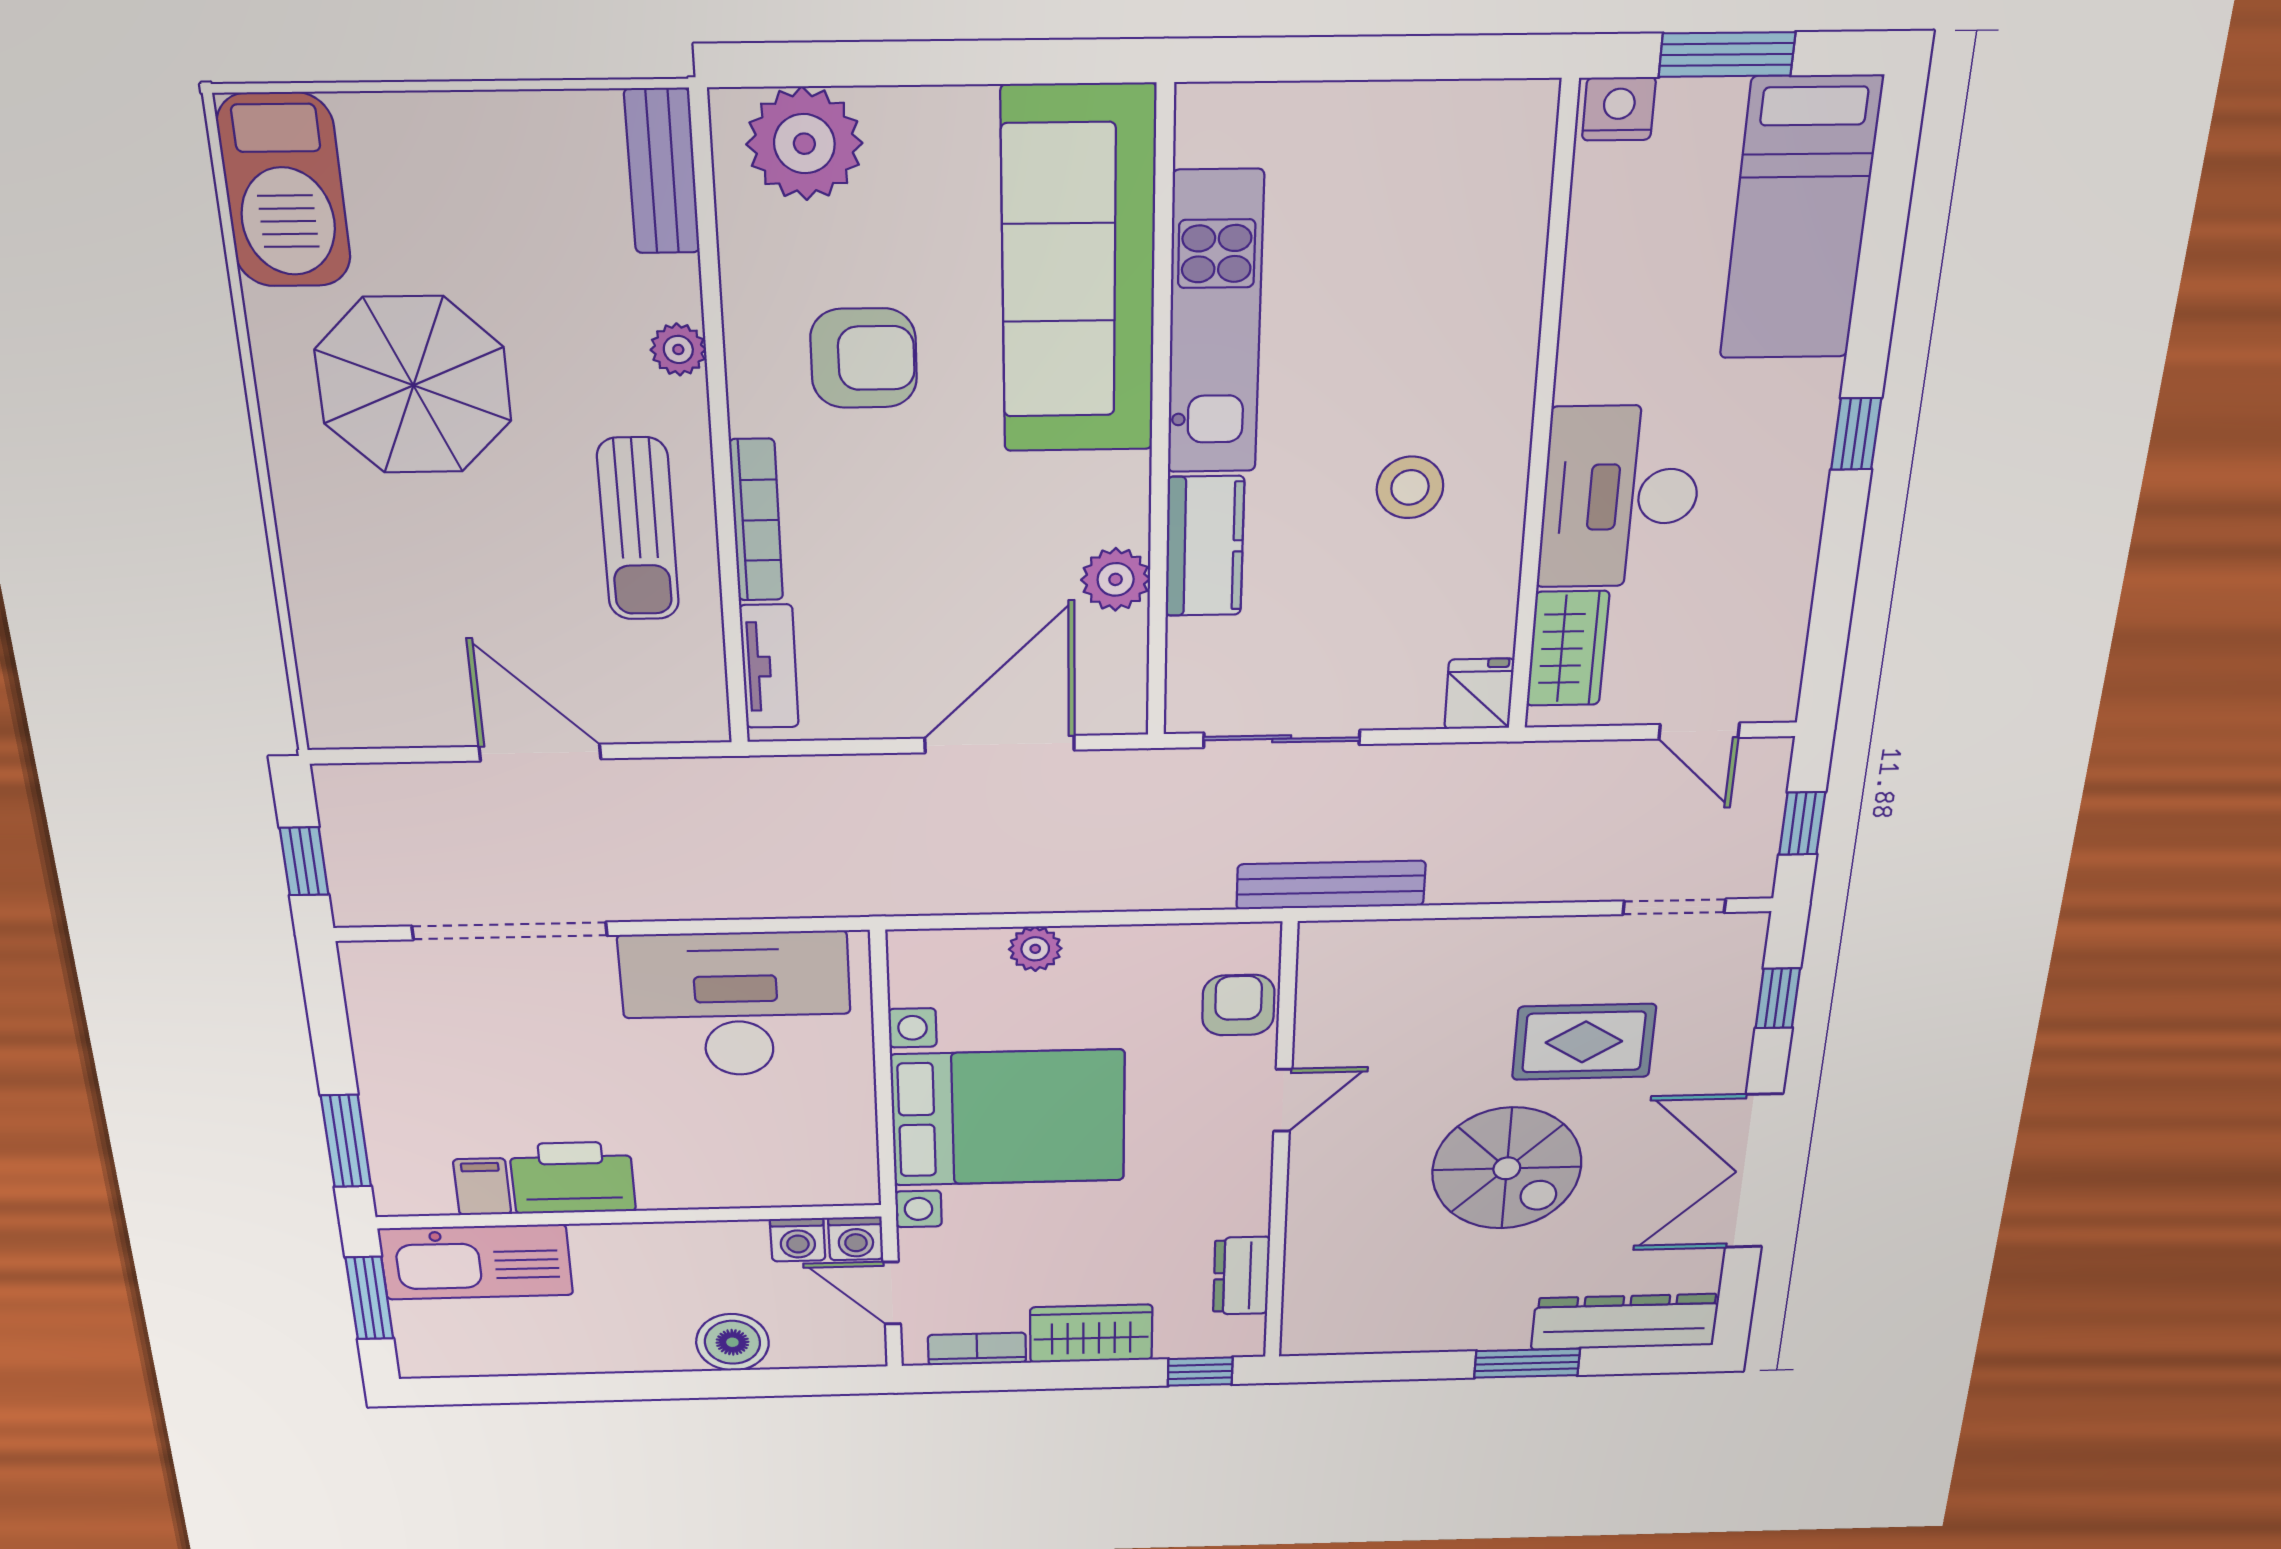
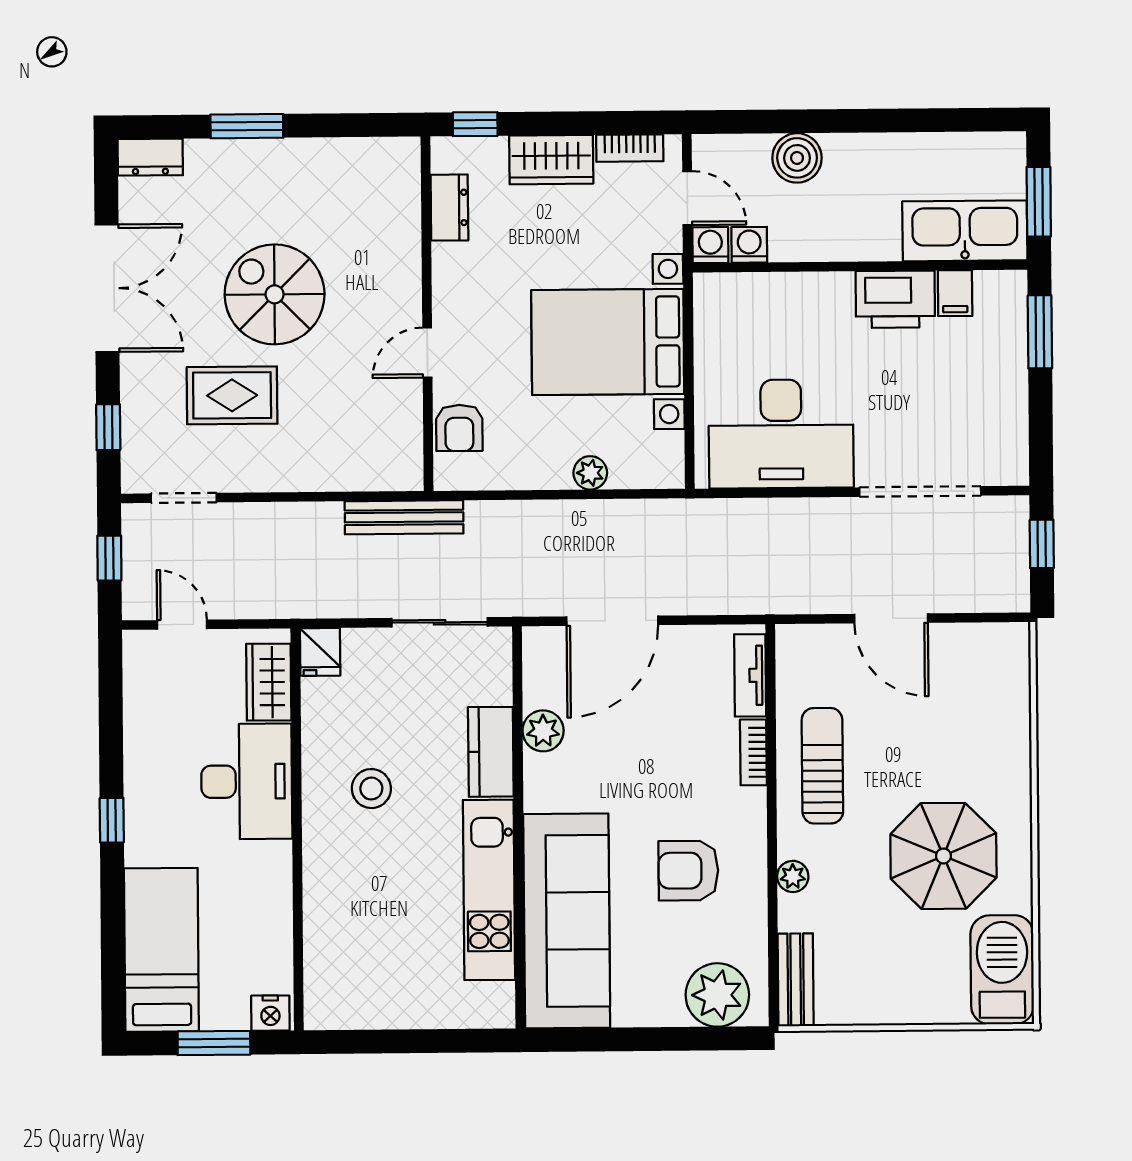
bookcase: (756, 520) -> (753, 752), width x0.64
dresser: (1625, 1322) -> (150, 157), width x0.51, depth x0.80

